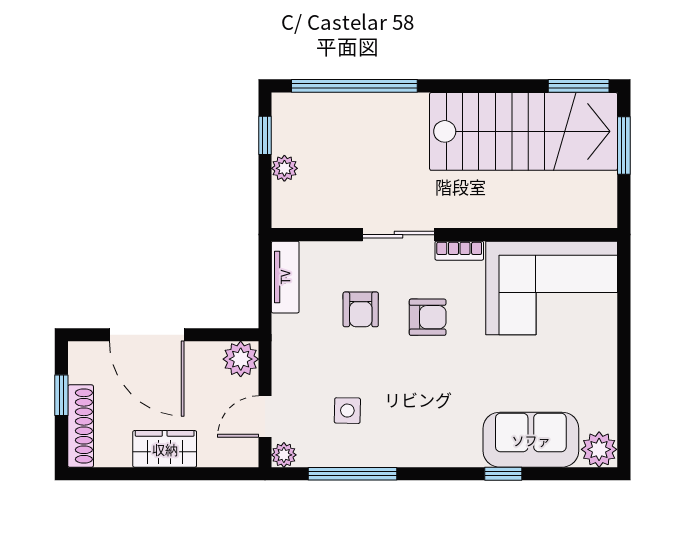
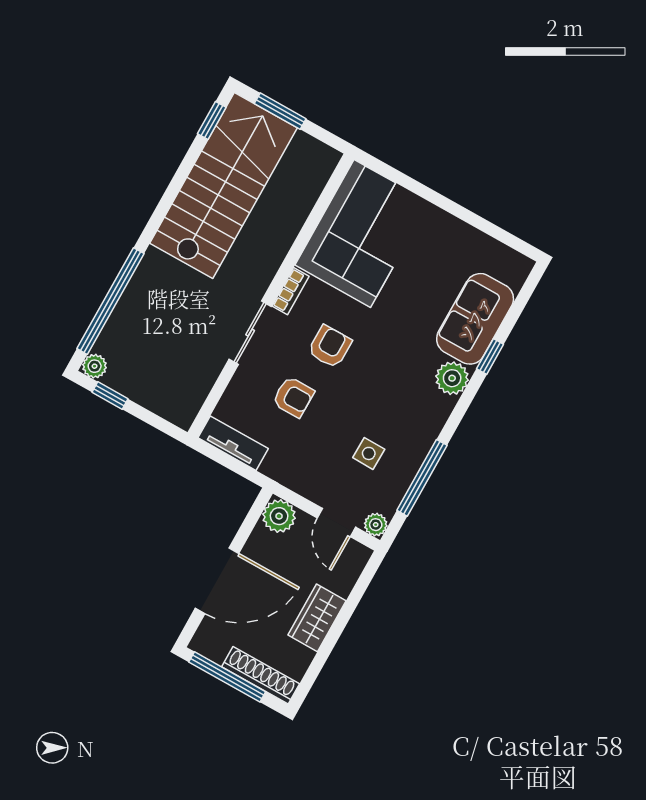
window: (579, 86) -> (212, 121), width x0.67
plant: (284, 168) -> (95, 366), moved
window: (61, 395) -> (227, 677), width x2.17
plant: (599, 449) -> (452, 378), moved

